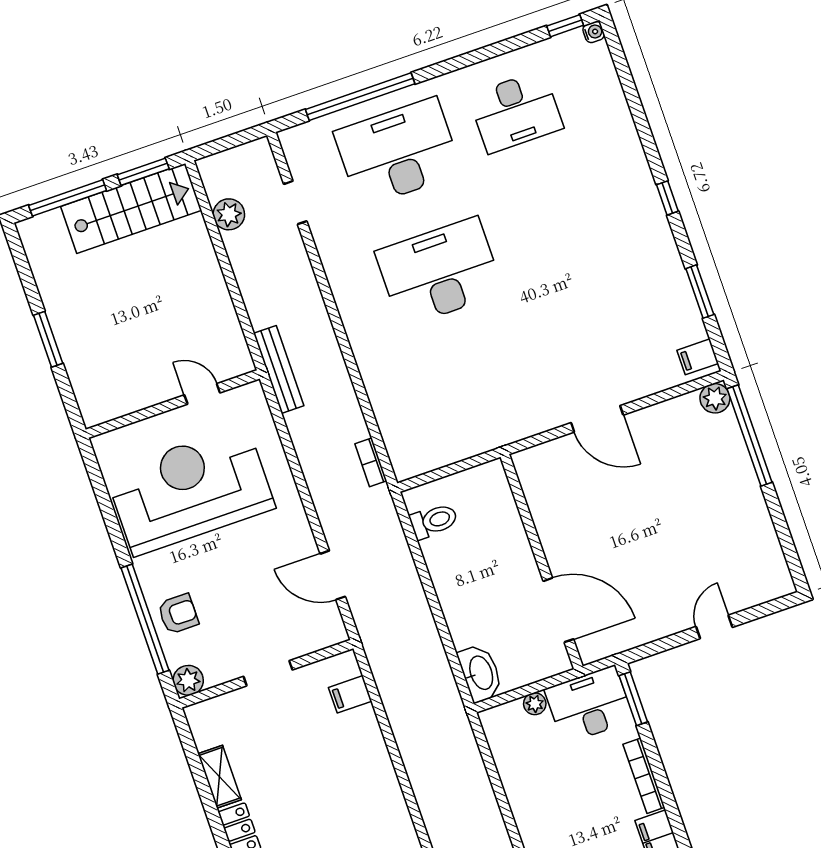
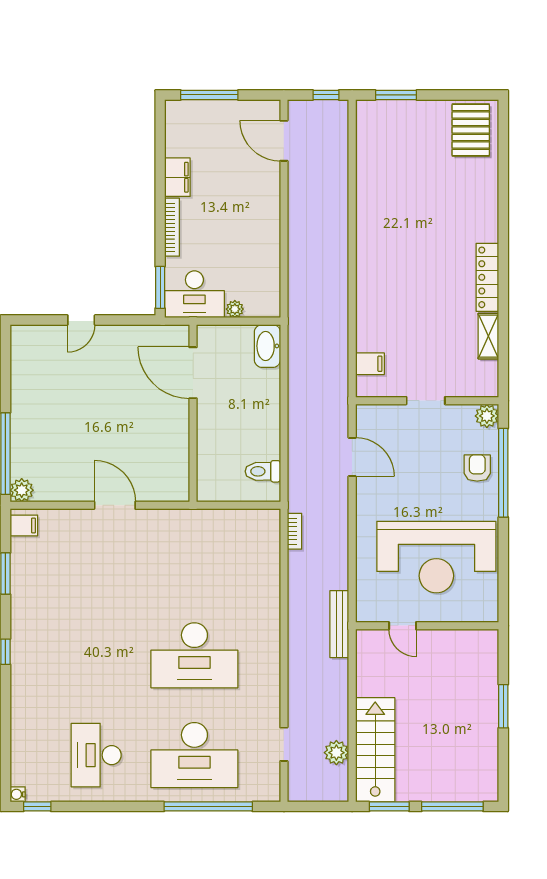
desk: (516, 112) -> (96, 755), turned -90
stairs: (131, 208) -> (375, 750), moved, turned 90
armchair: (178, 614) -> (477, 468), turned 90

